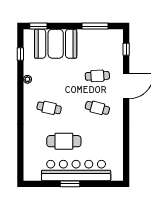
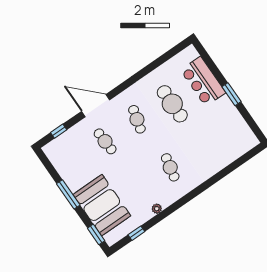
window: (95, 26) -> (68, 194), moved
cafe table: (64, 141) -> (172, 104), moved
bar counter: (76, 171) -> (203, 81), width x0.54

